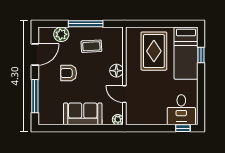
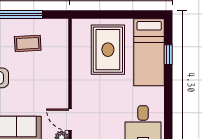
floor lamp: (116, 71) -> (60, 75), removed
door: (124, 94) -> (70, 120), moved

